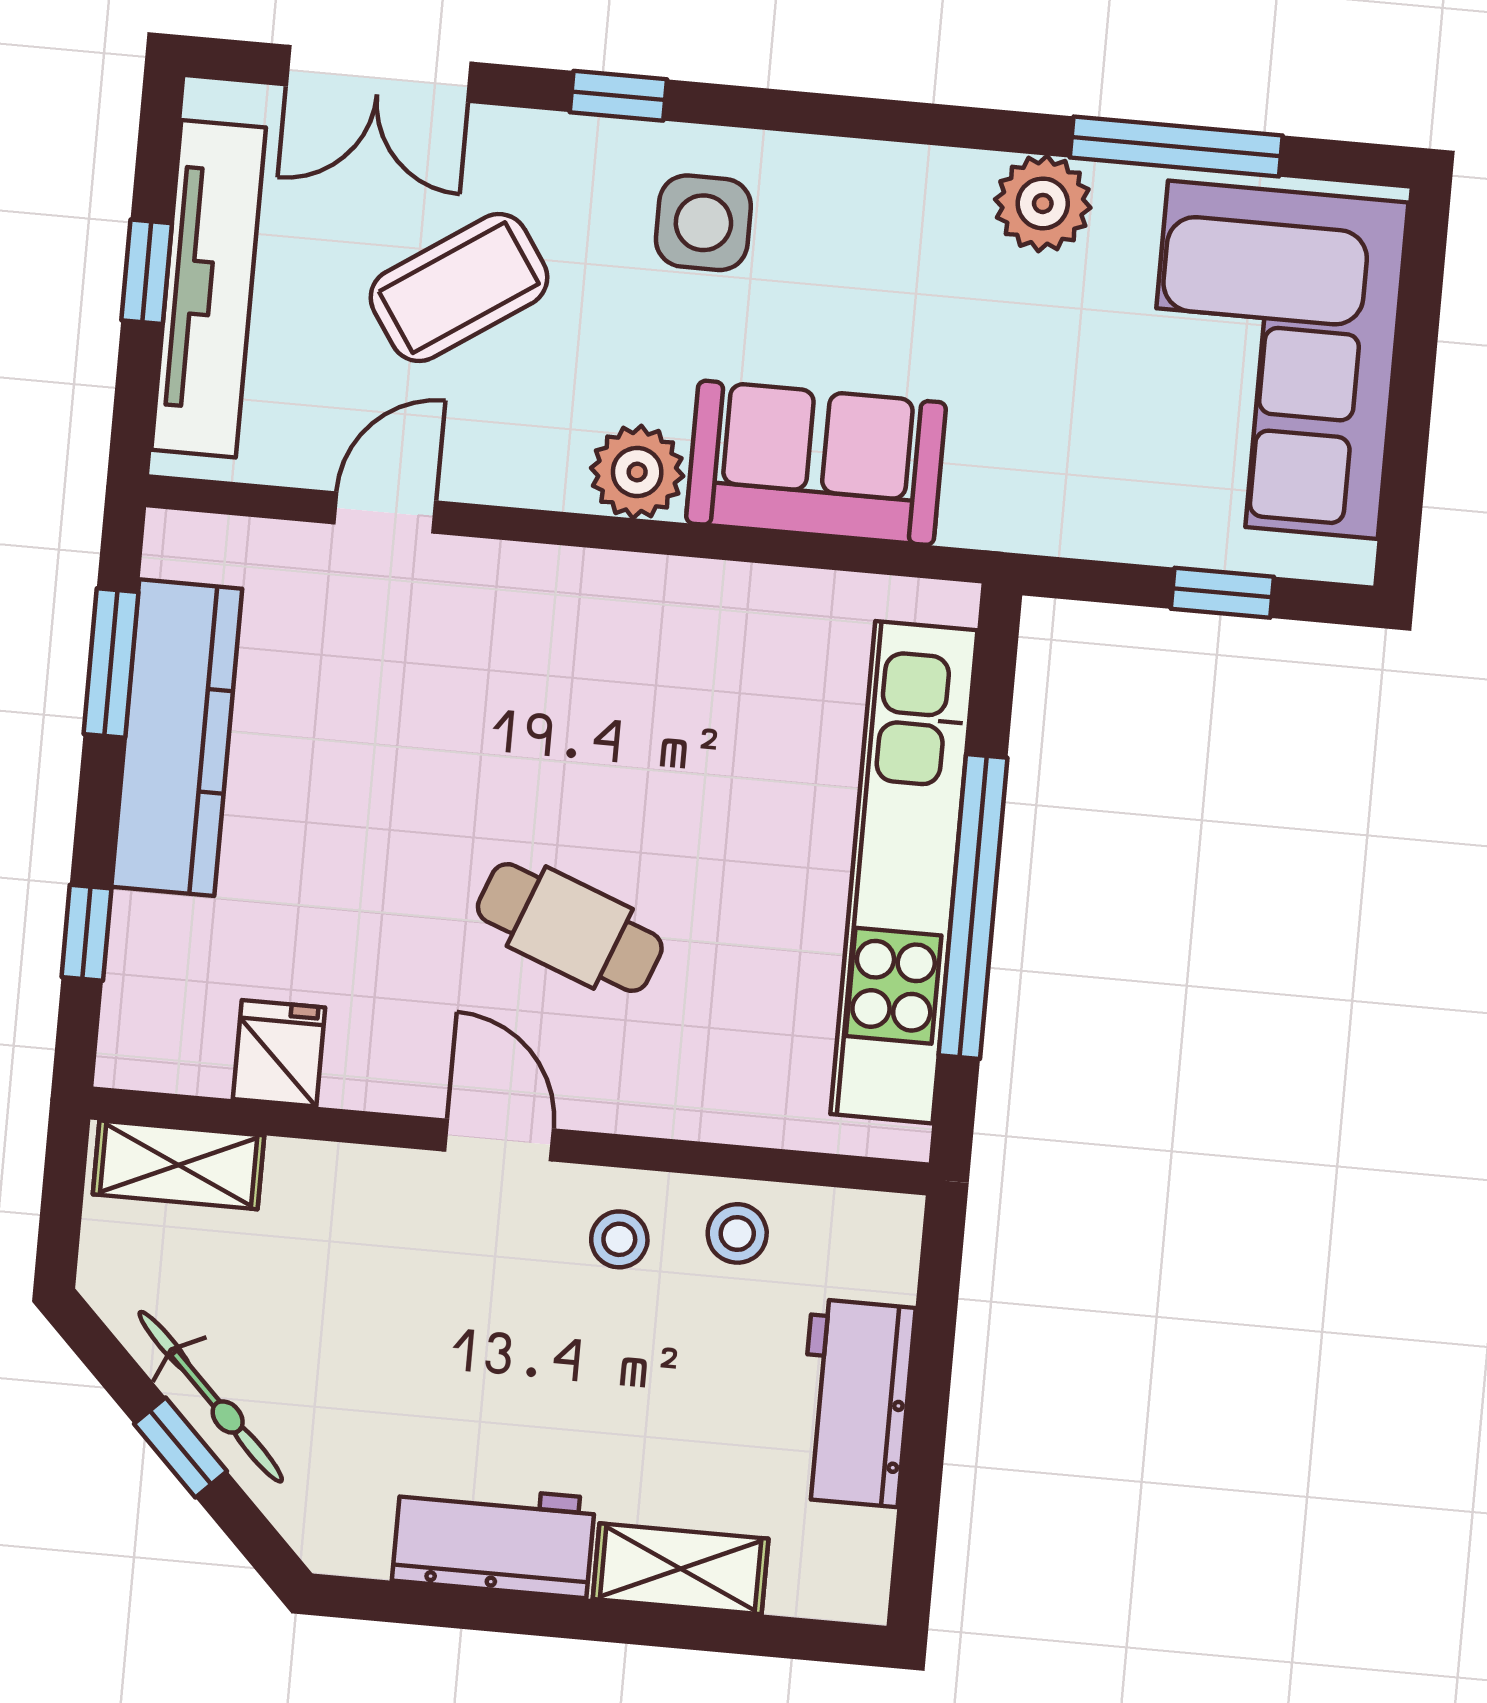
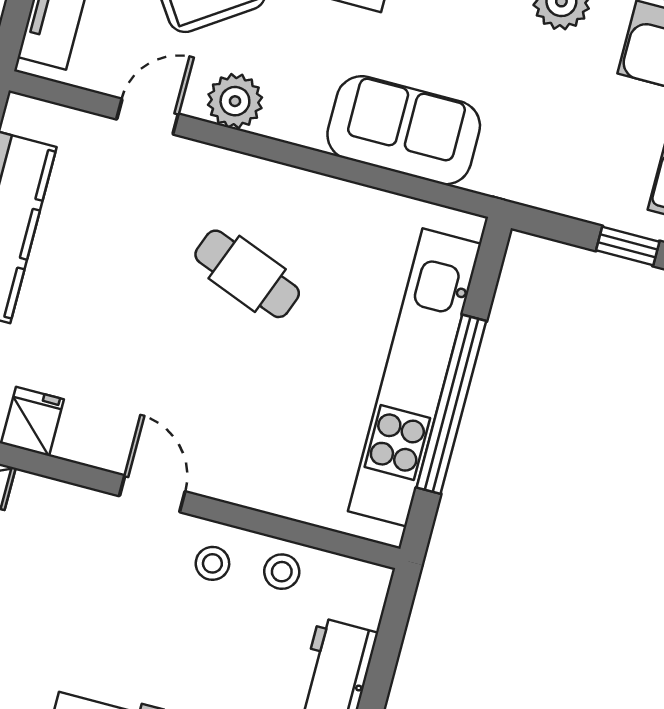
plant: (637, 472) -> (235, 101), moved
cafe table: (570, 928) -> (247, 274), moved

